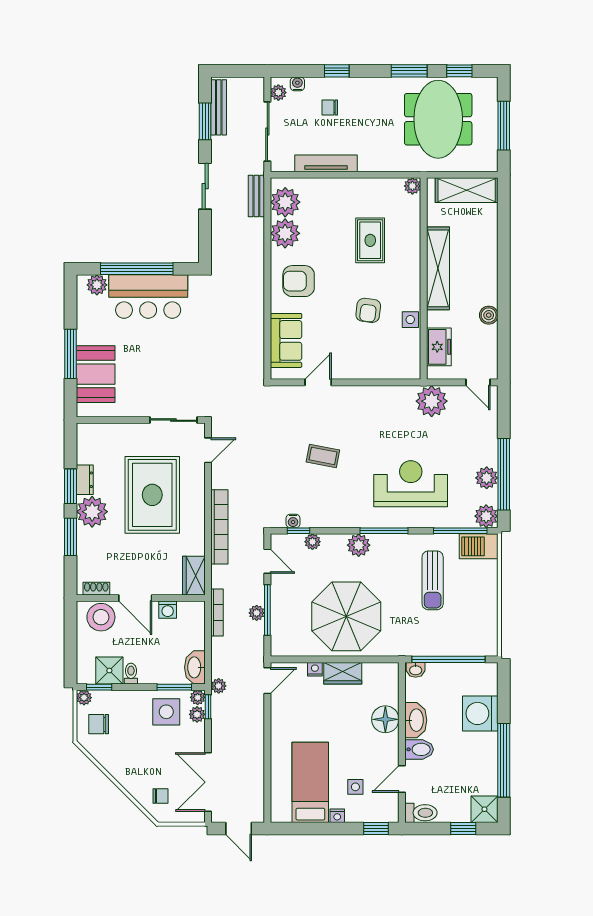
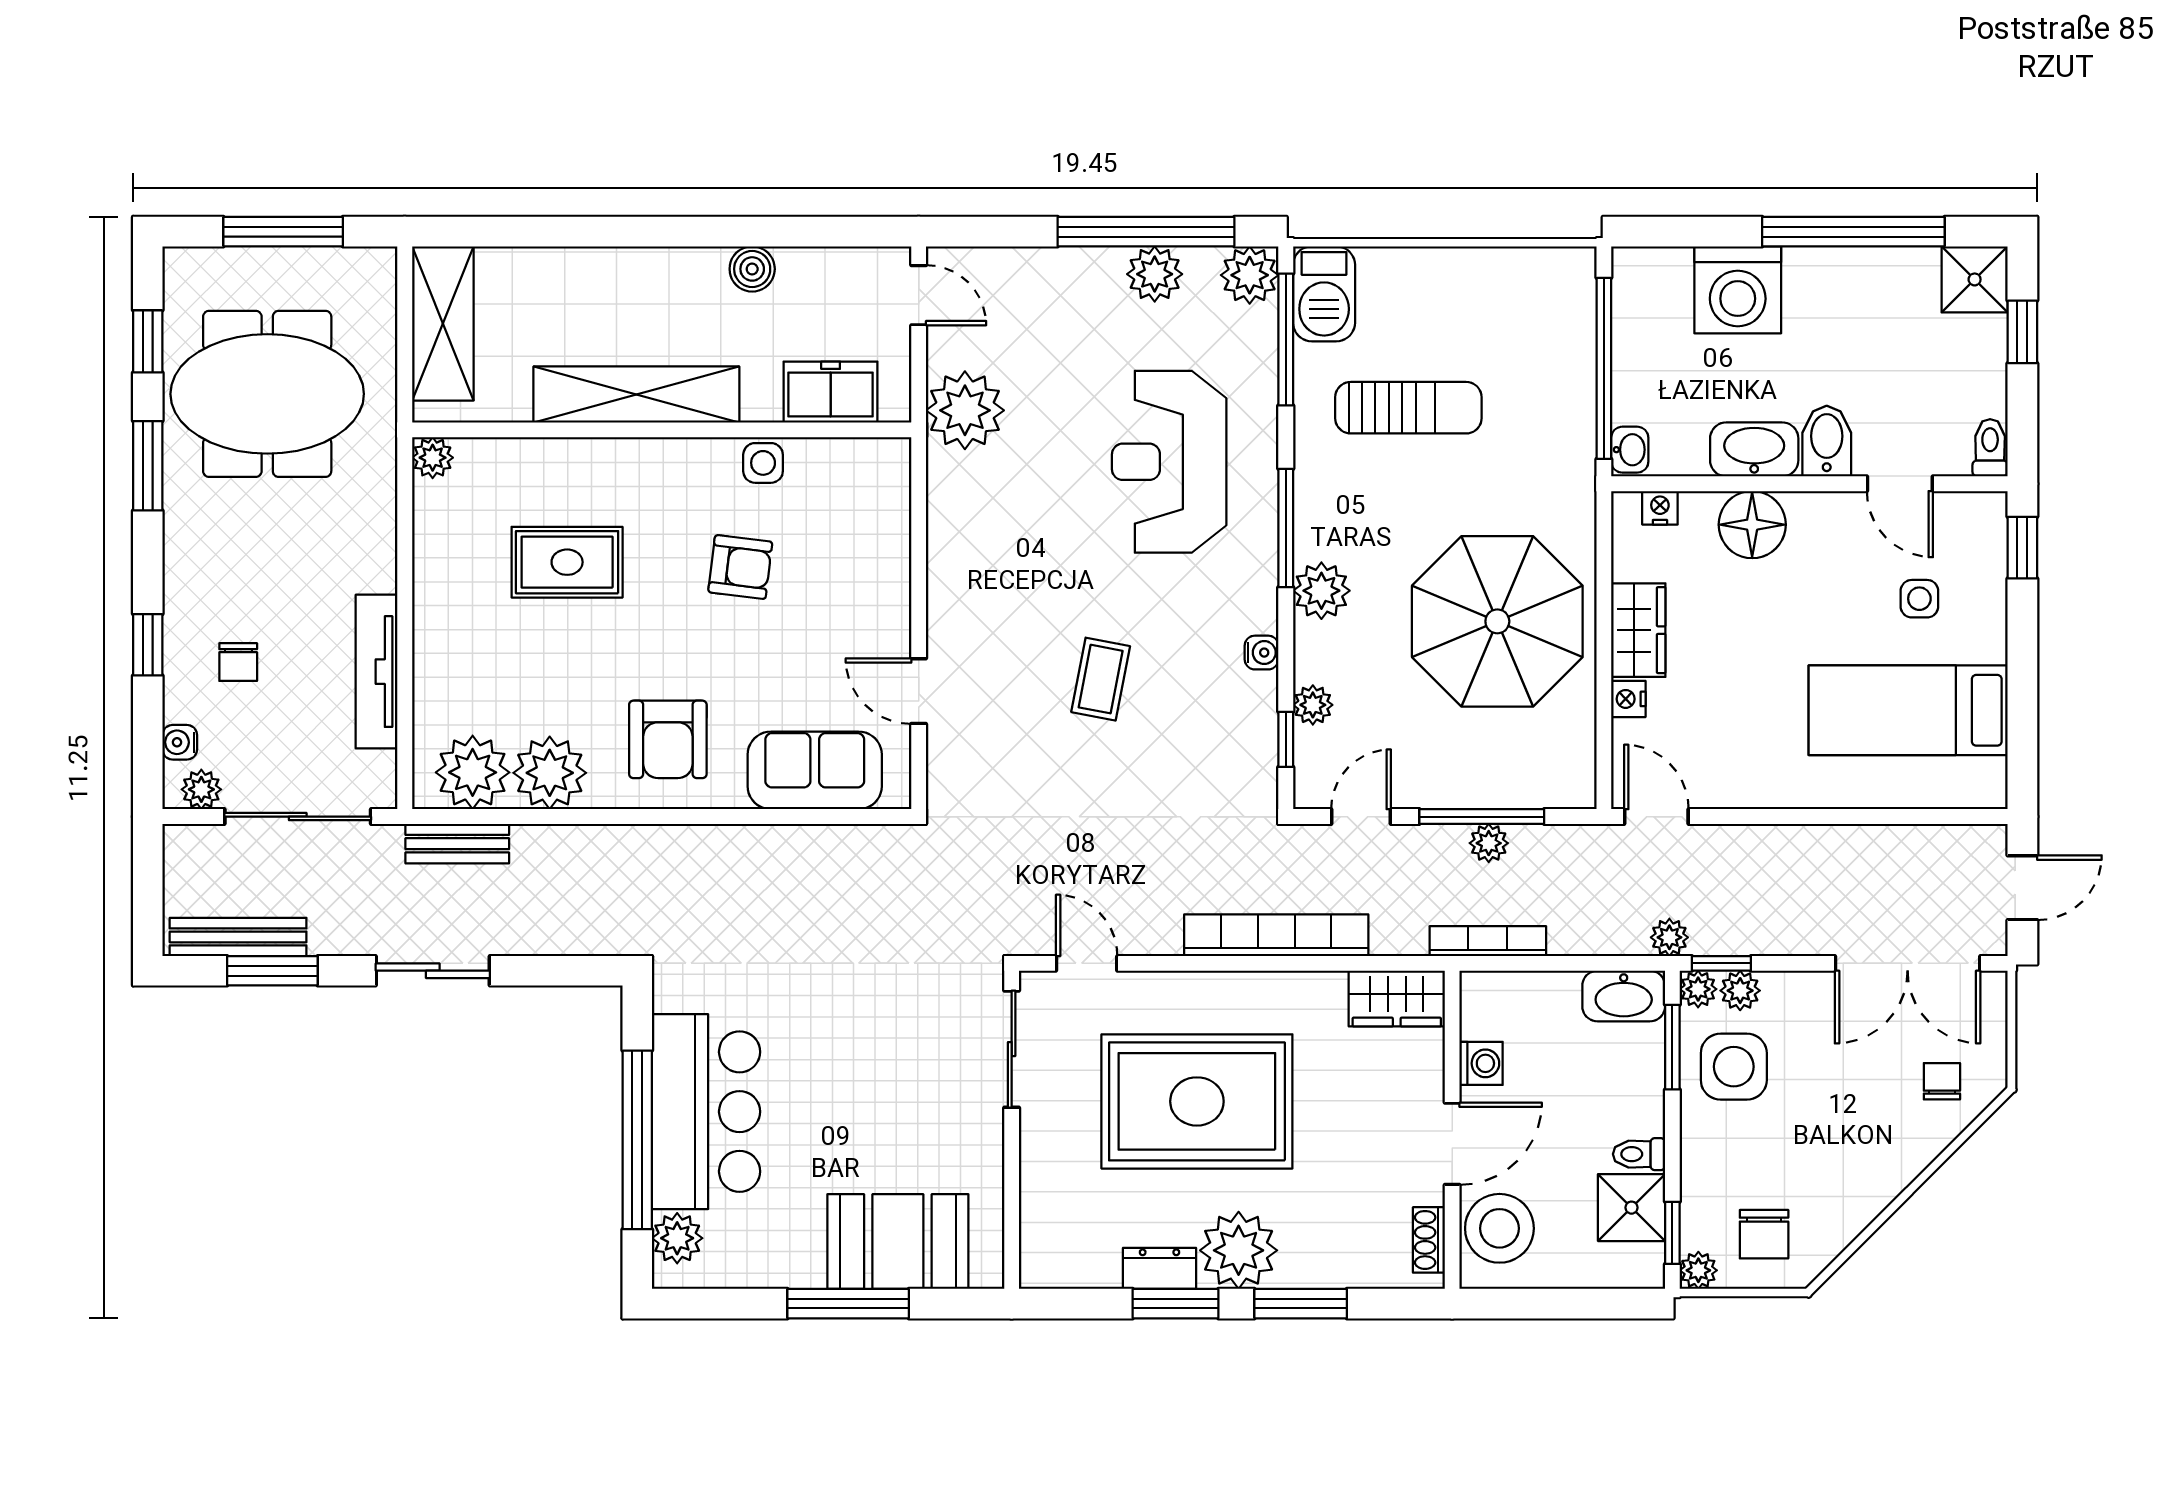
door: (478, 382) -> (919, 295), hinge flipped
water cooler: (293, 521) -> (1262, 653), moved
toilet: (421, 813) -> (1990, 448), width x0.73, depth x0.72
nightstand: (337, 816) -> (1660, 508), moved, turned -90

